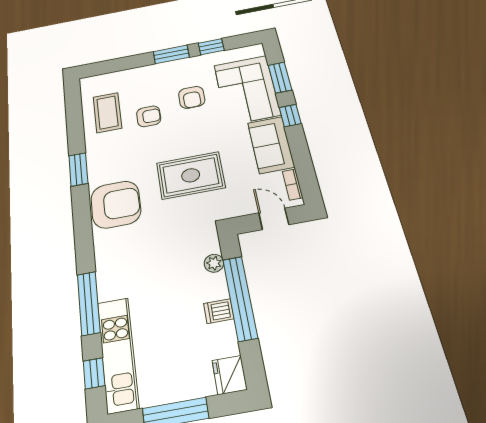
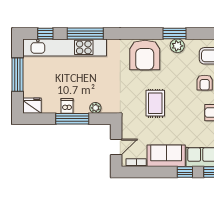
plant: (97, 162) -> (177, 46), added
rug: (191, 175) -> (155, 103), width x0.73, depth x0.70
window: (240, 298) -> (72, 119), width x0.68
kitchen unit: (118, 354) -> (65, 47), width x1.36

